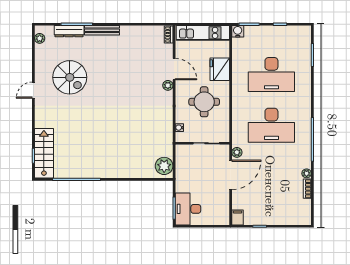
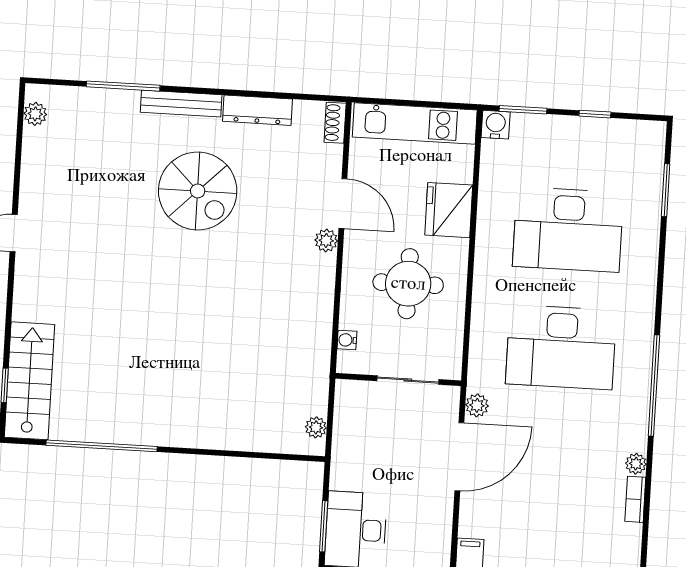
dresser: (69, 31) -> (257, 110), moved
spiral stairs: (70, 77) -> (198, 191), moved
plant: (164, 166) -> (316, 427), width x0.53, depth x0.53

